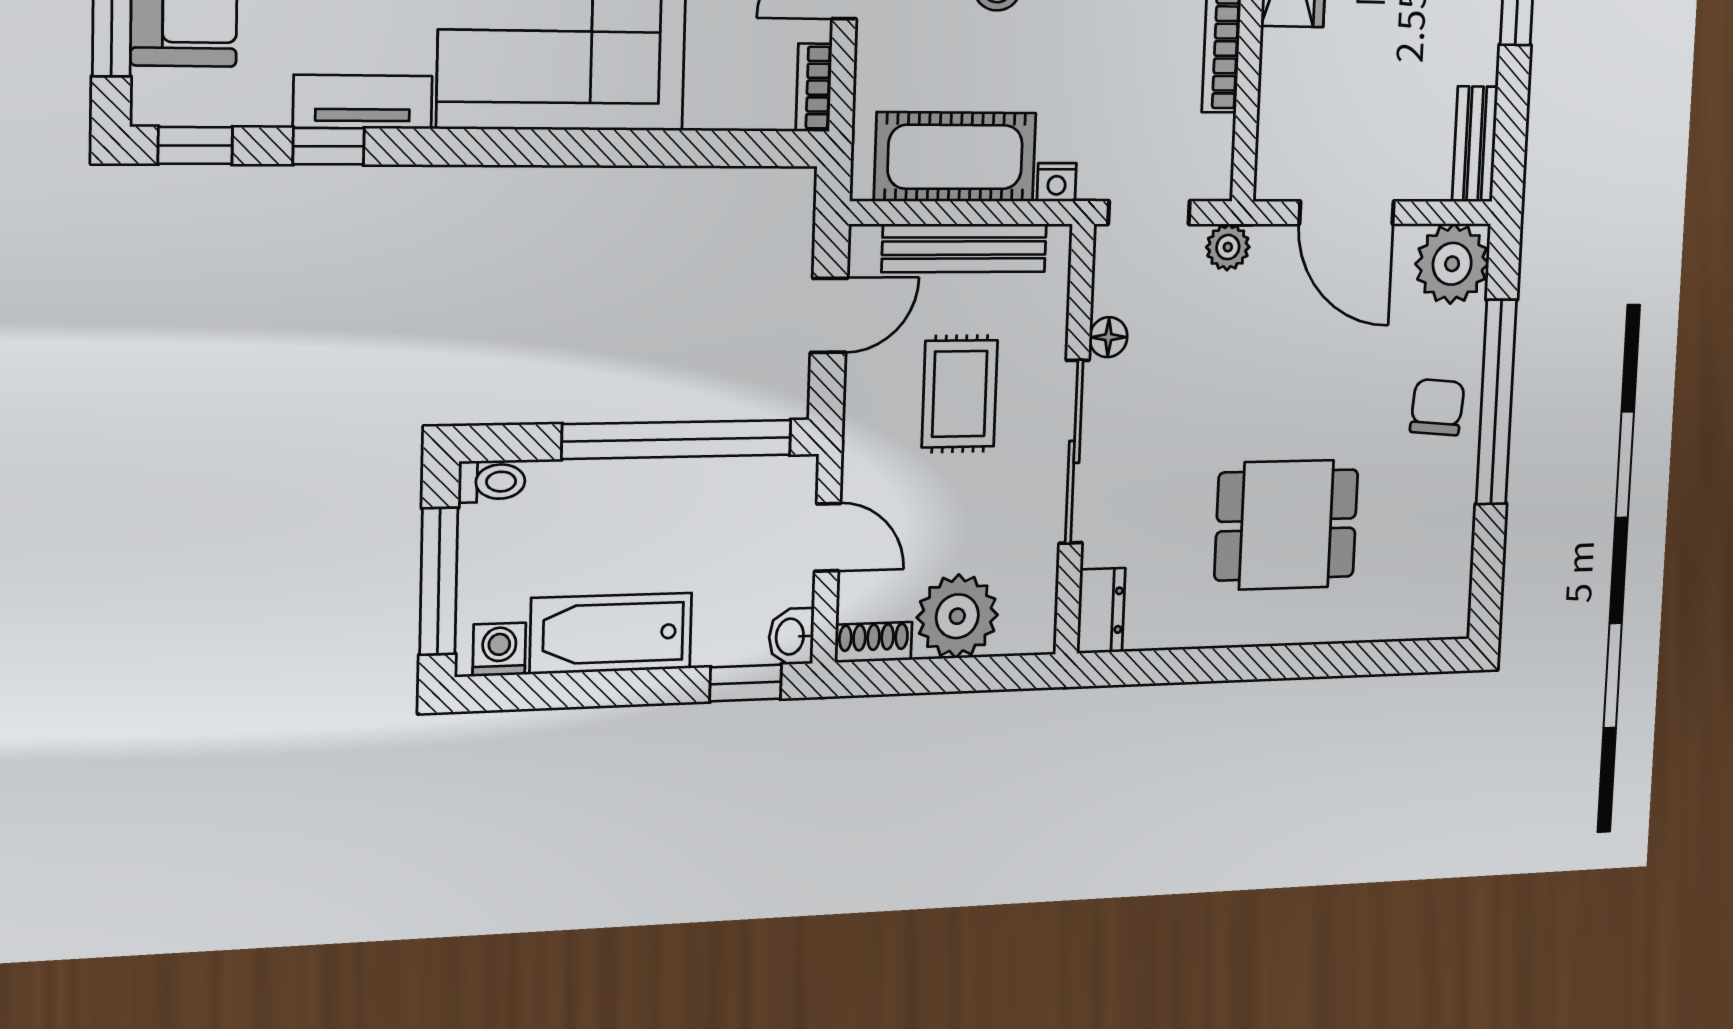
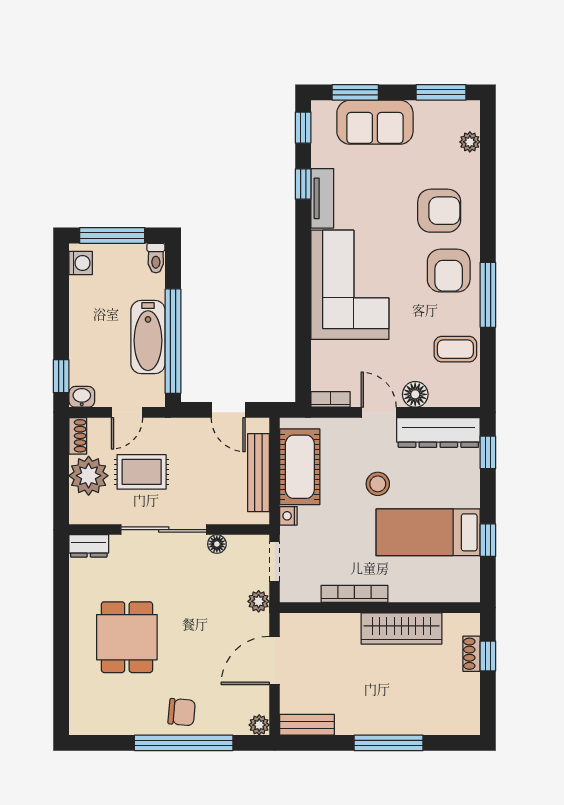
plant: (1452, 264) -> (259, 725), width x0.53, depth x0.53
rug: (960, 394) -> (142, 472), moved
bathtub: (611, 633) -> (148, 337), moved, turned 180

